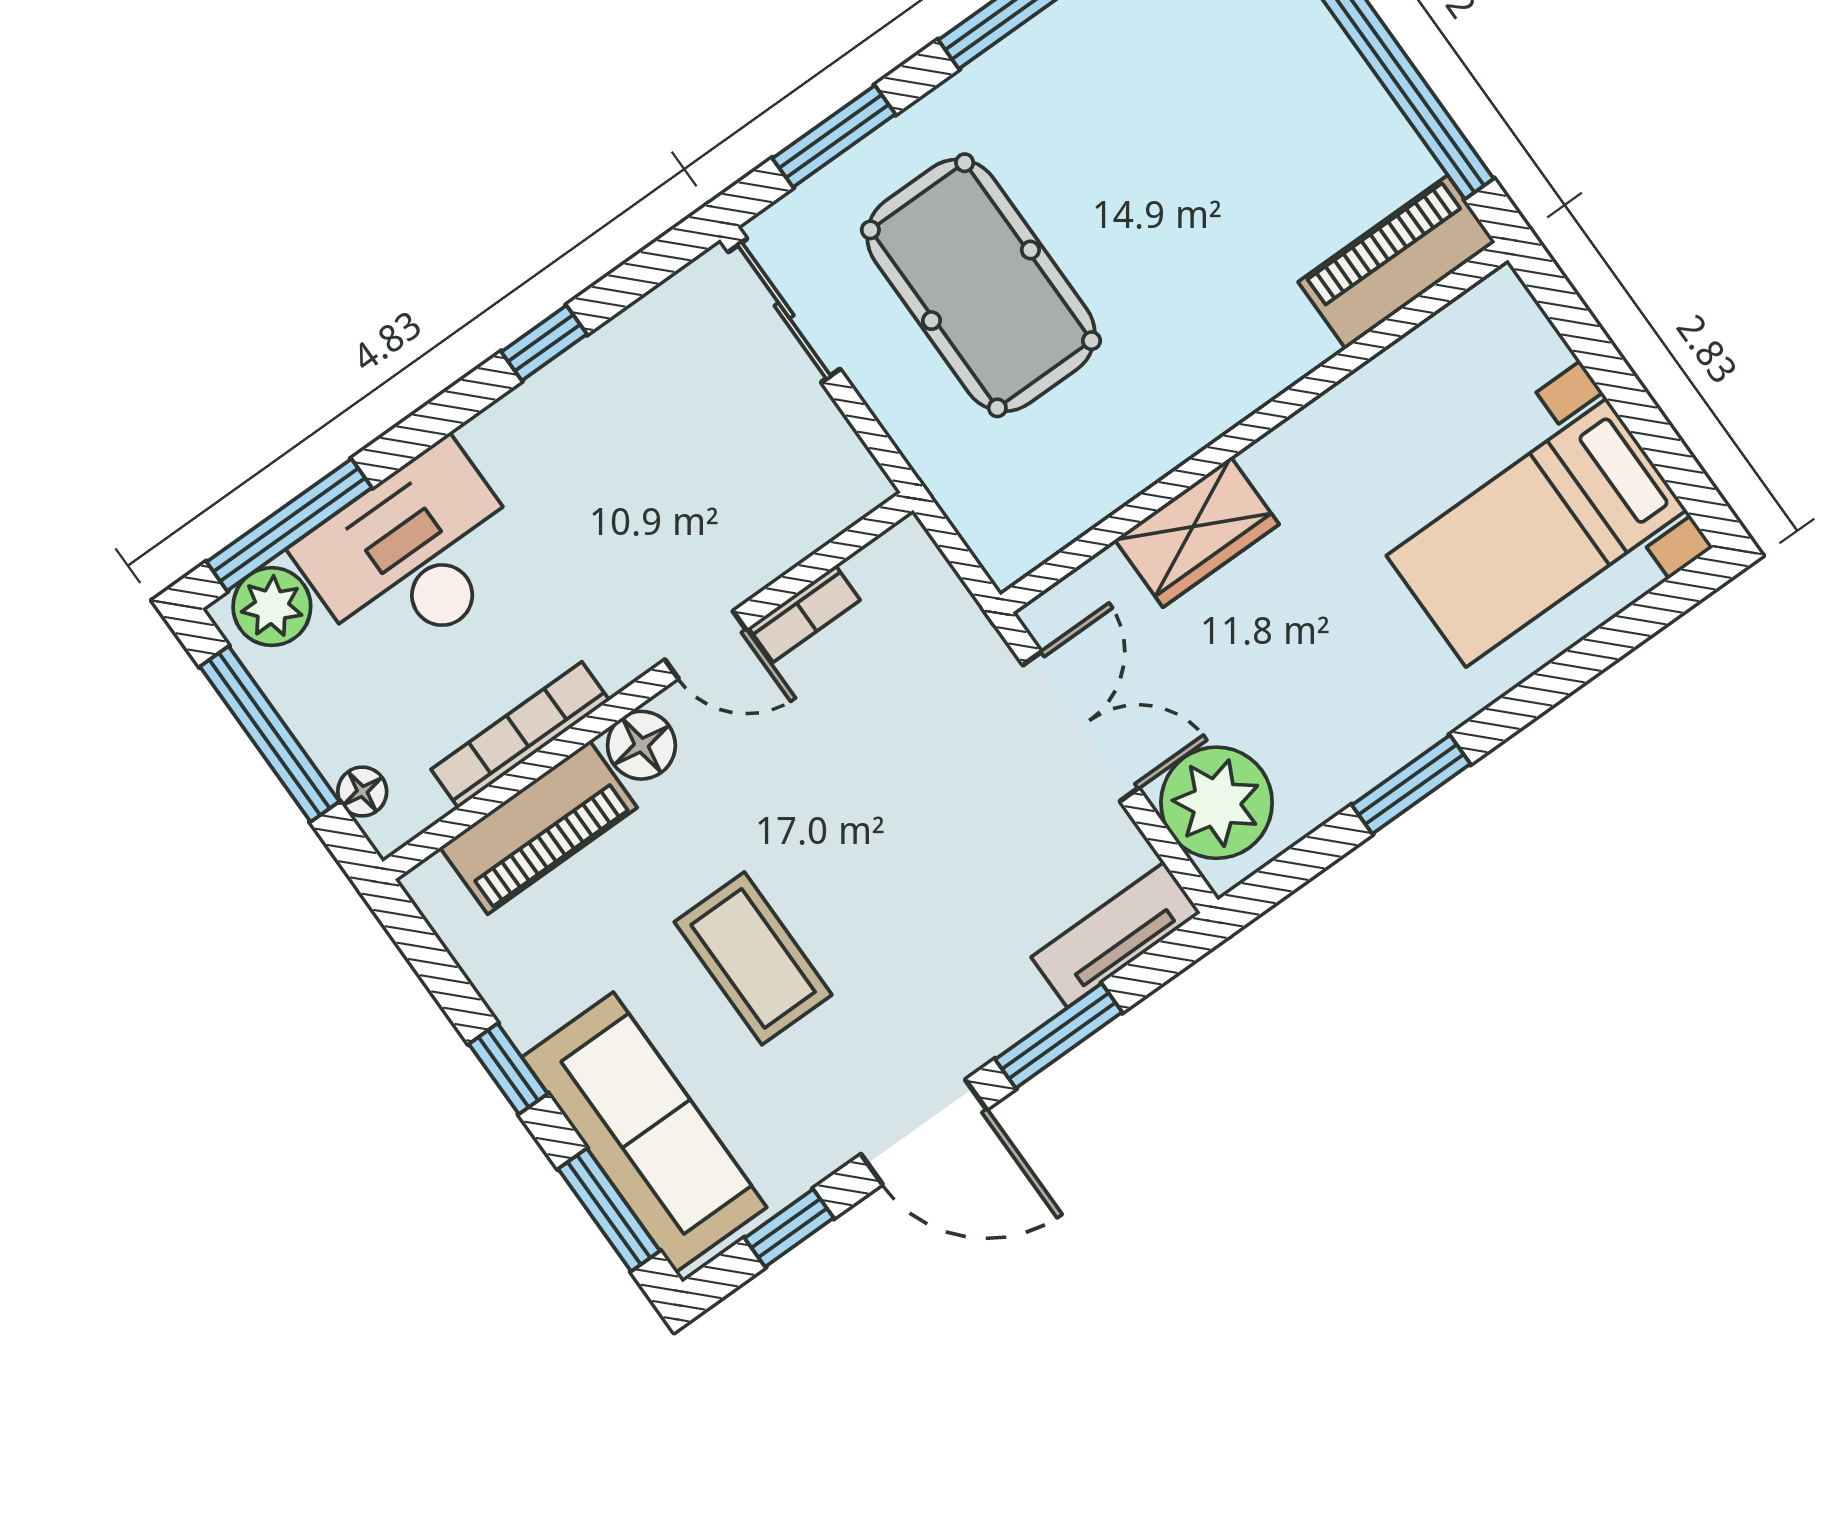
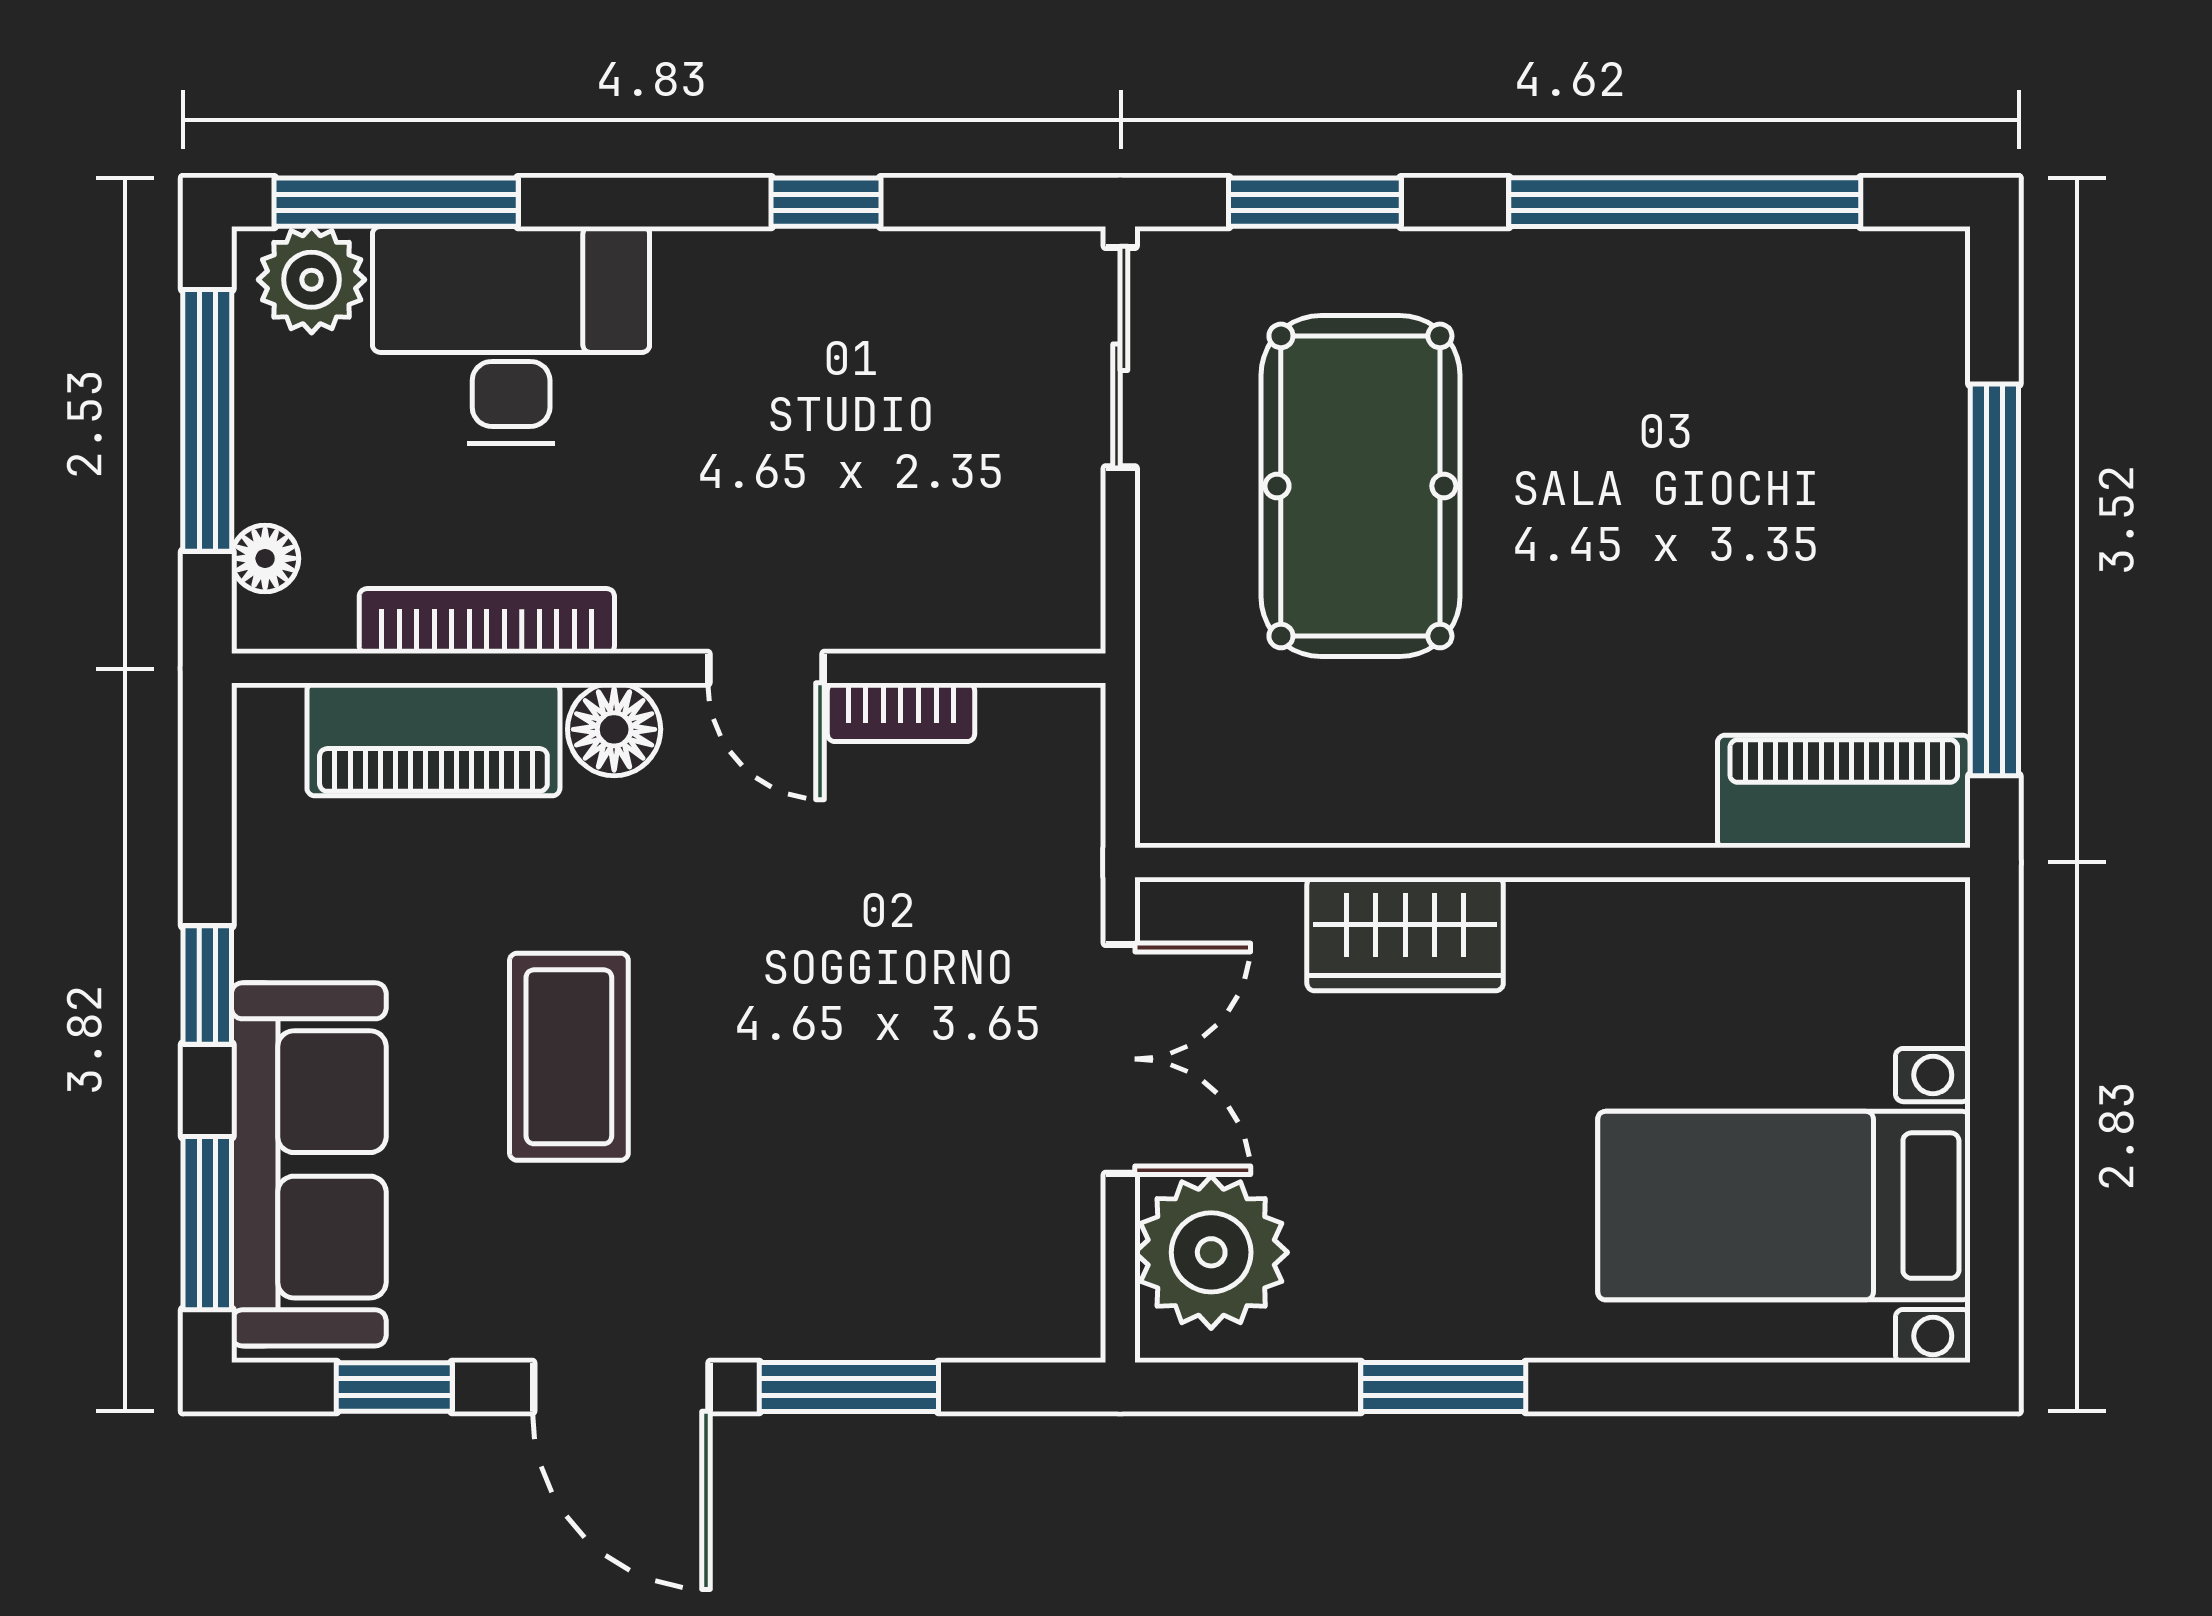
tv unit: (1116, 935) -> (993, 1320), removed

